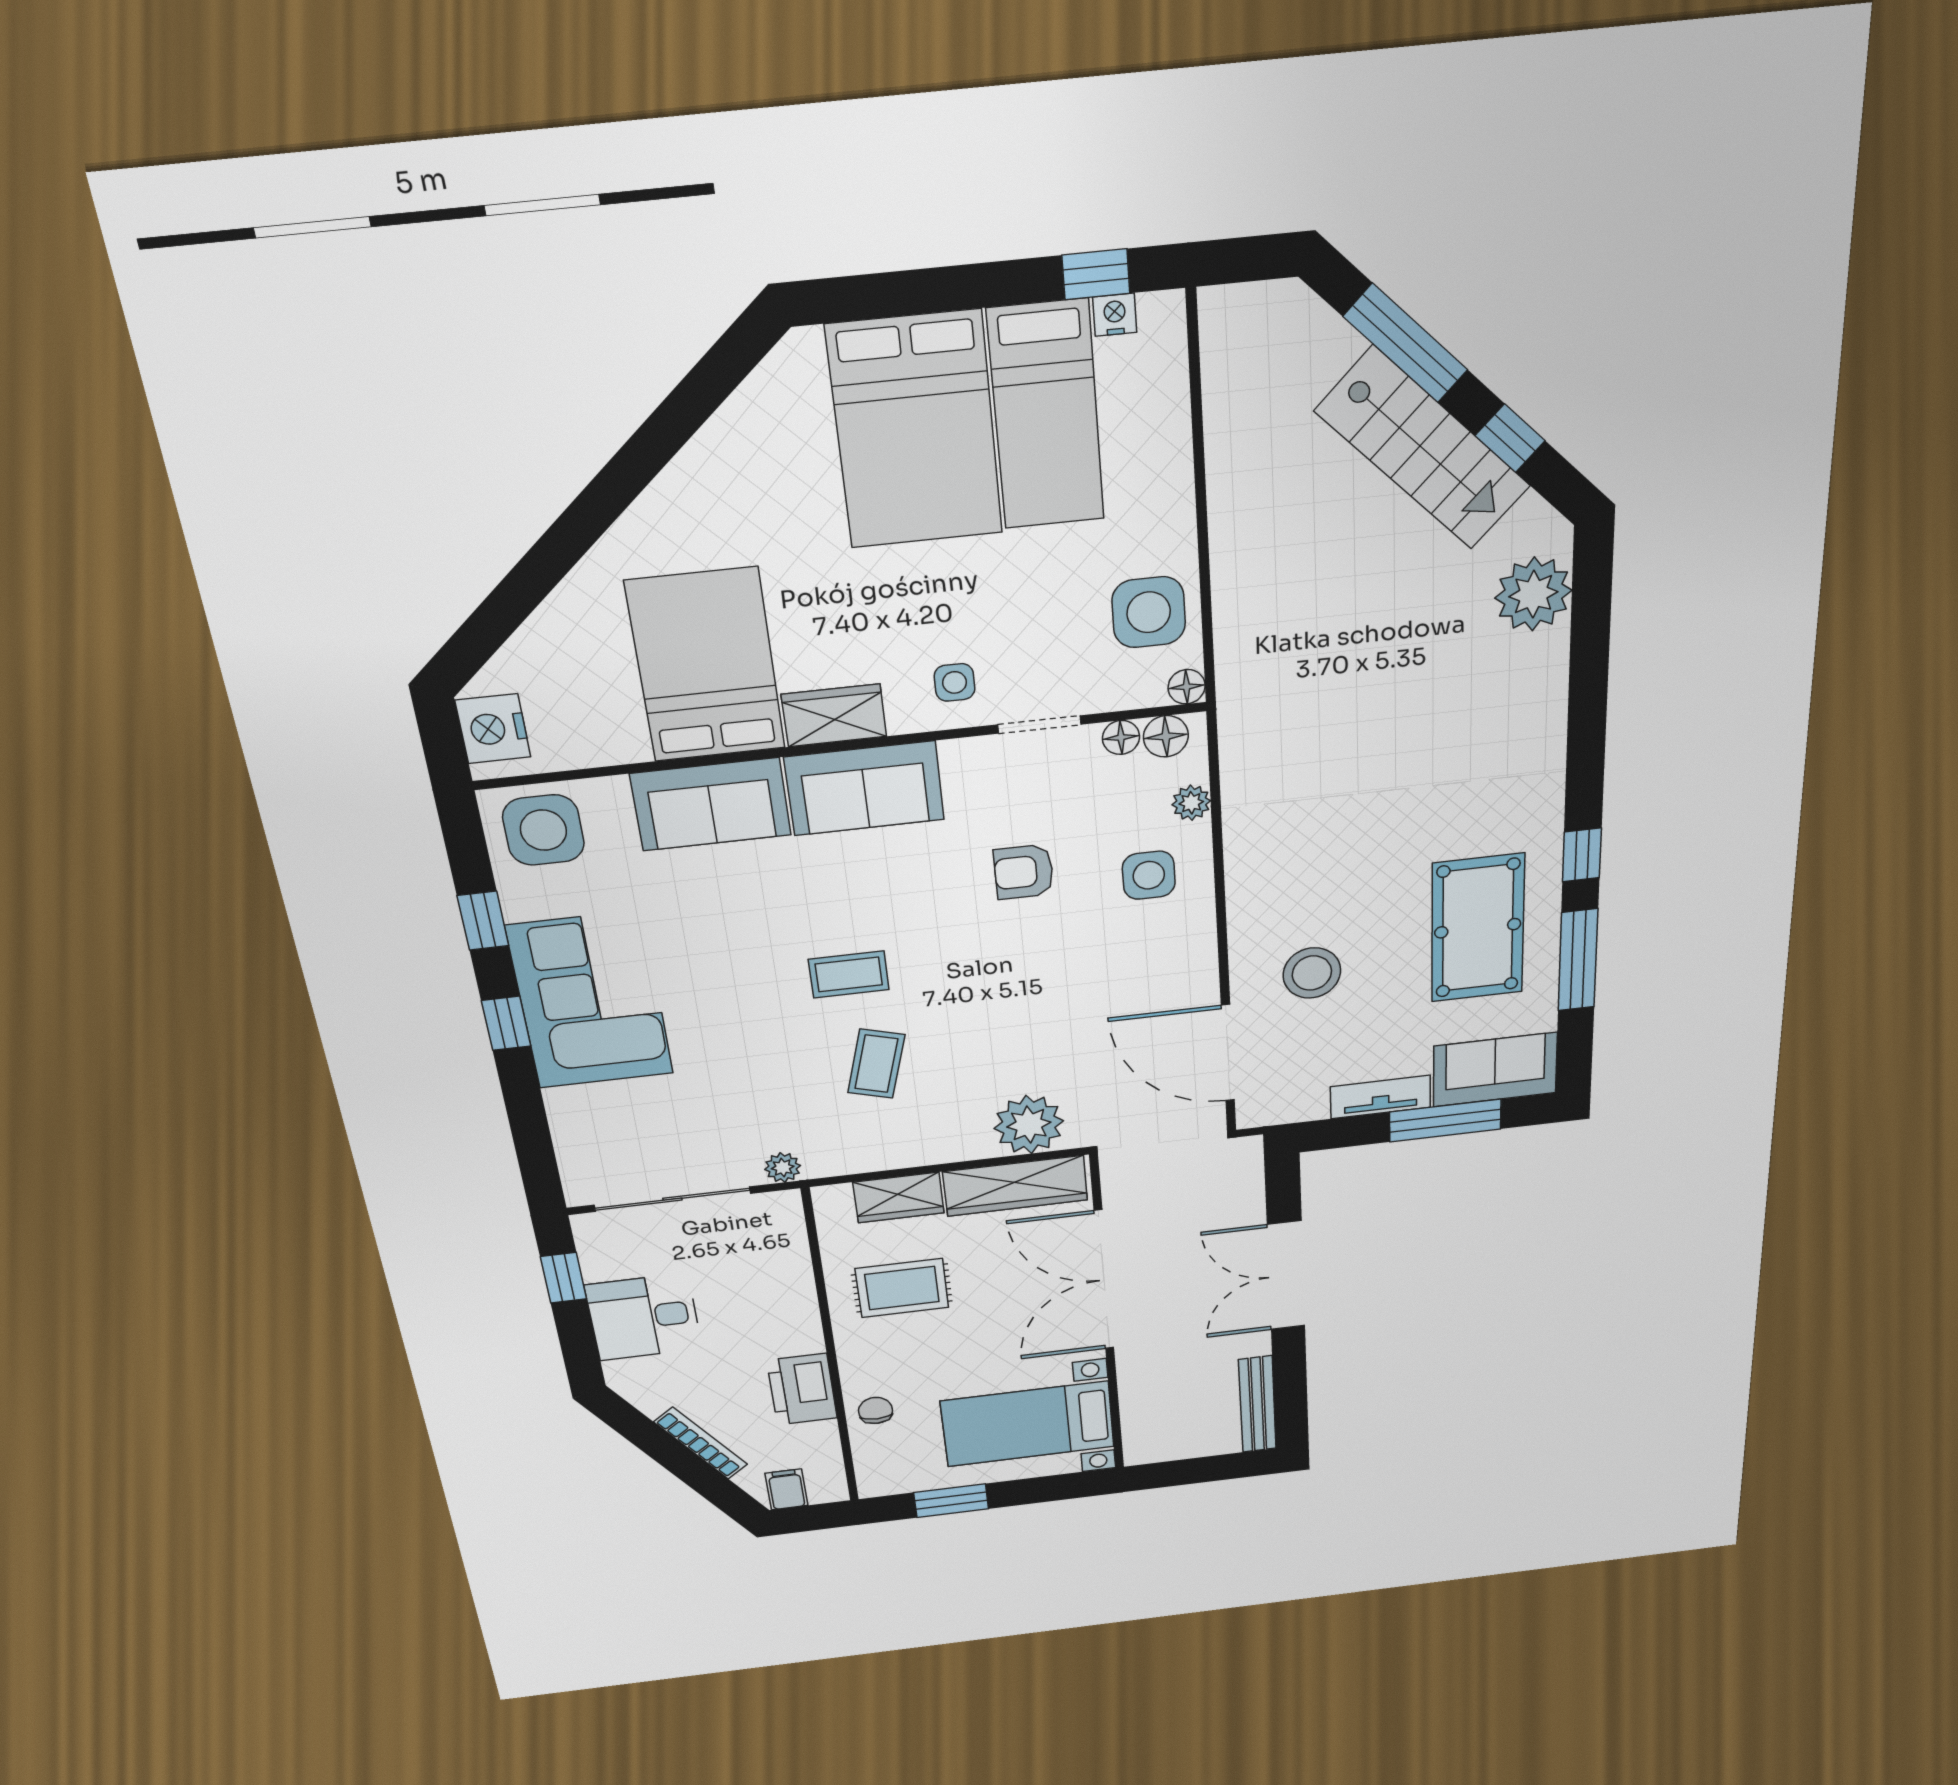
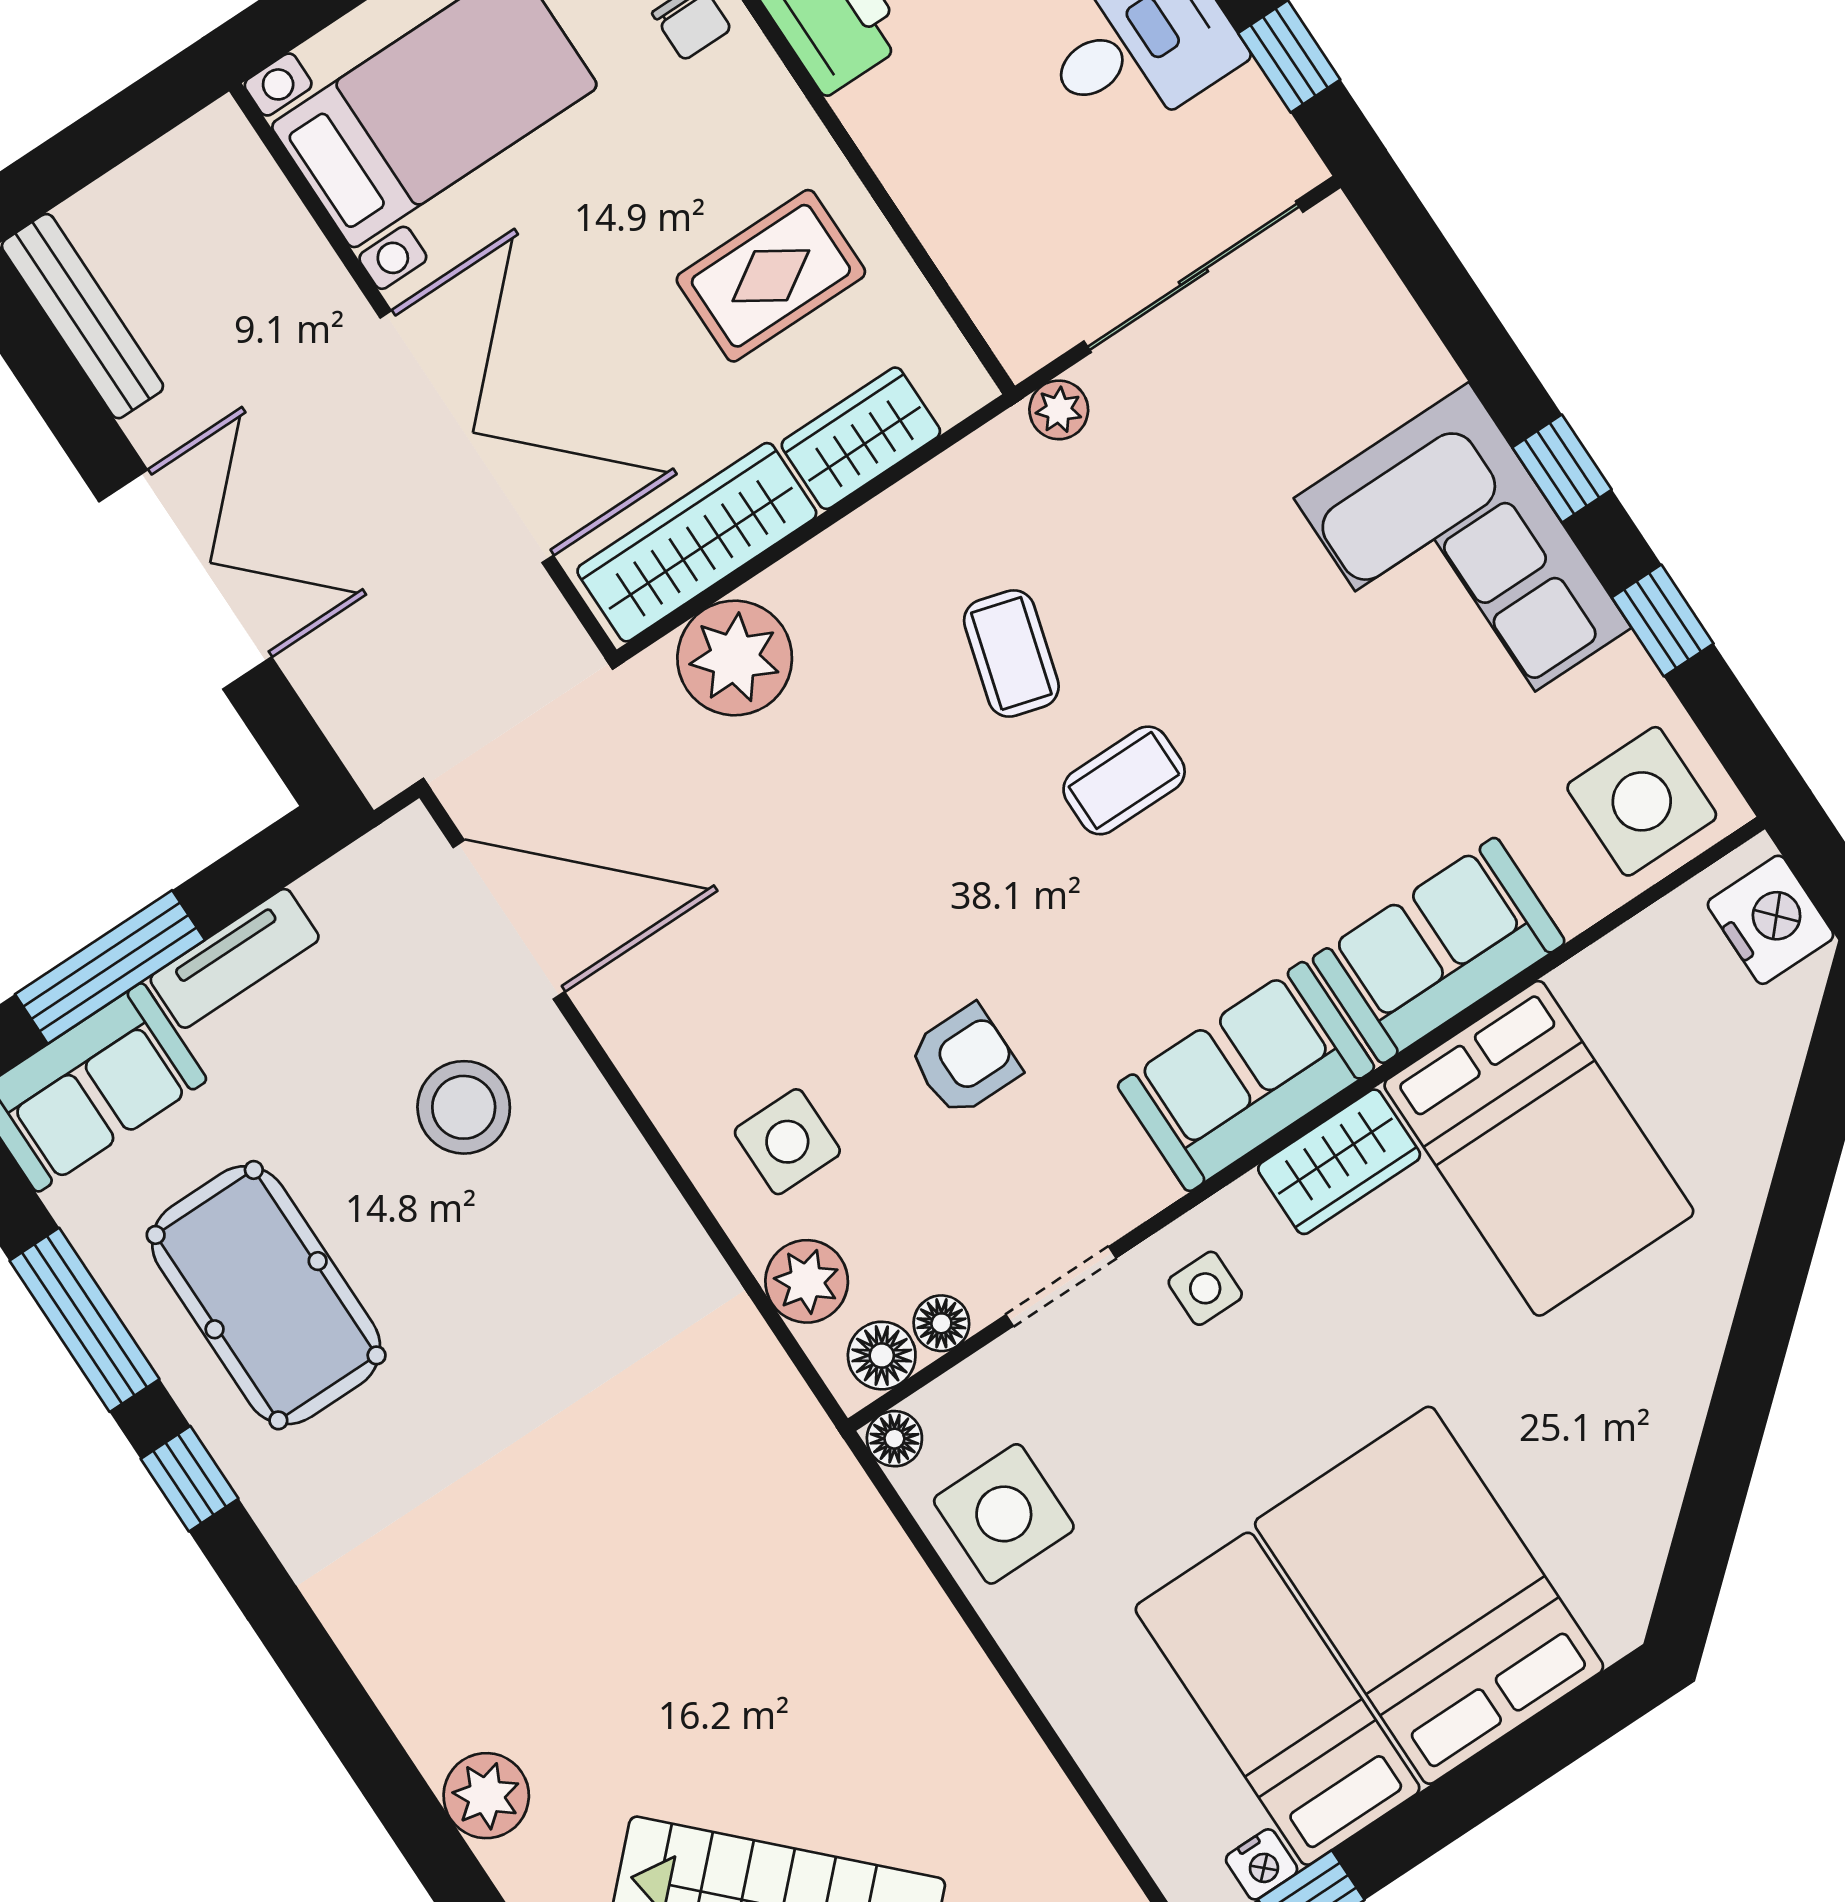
plant: (1533, 594) -> (486, 1796), width x0.73, depth x0.73
plant: (1191, 803) -> (807, 1281), width x1.38, depth x1.38

